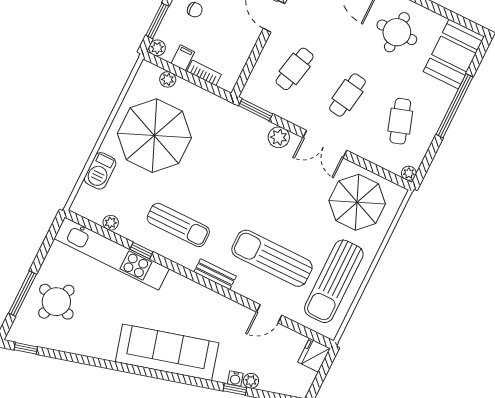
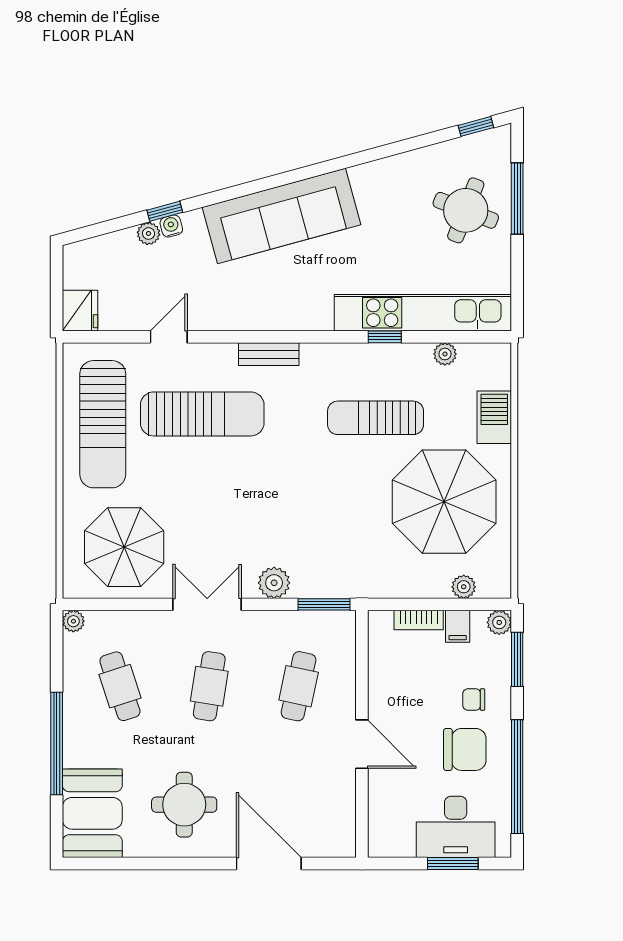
sun lounger: (178, 225) -> (376, 418), moved
sun lounger: (334, 281) -> (103, 424), turned 180

